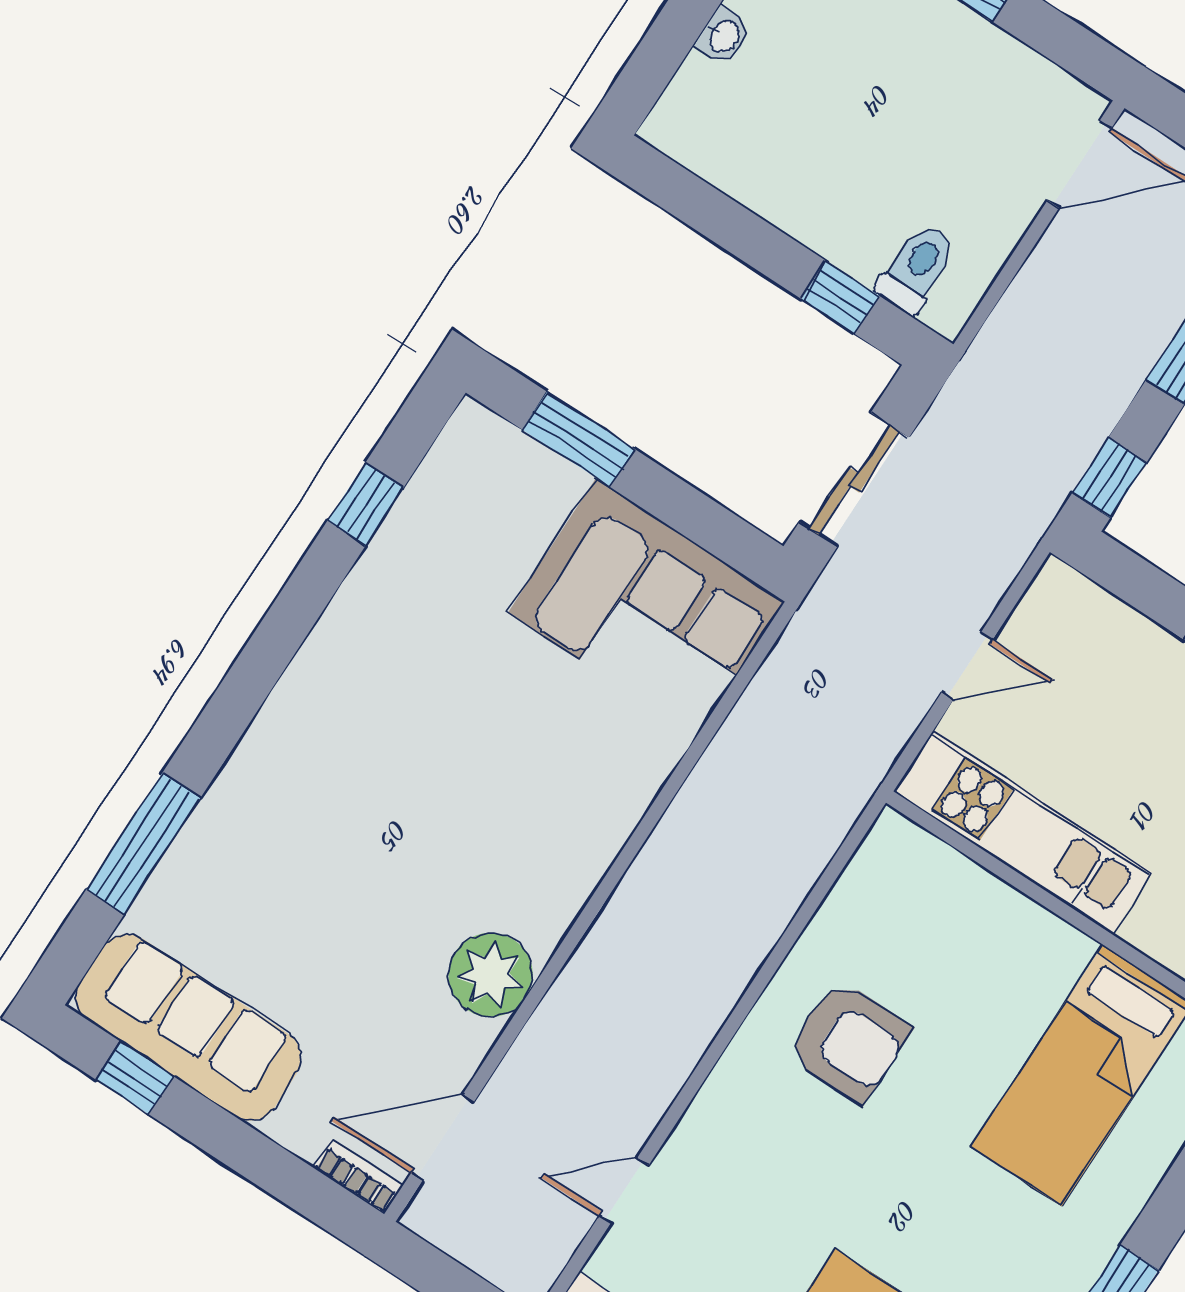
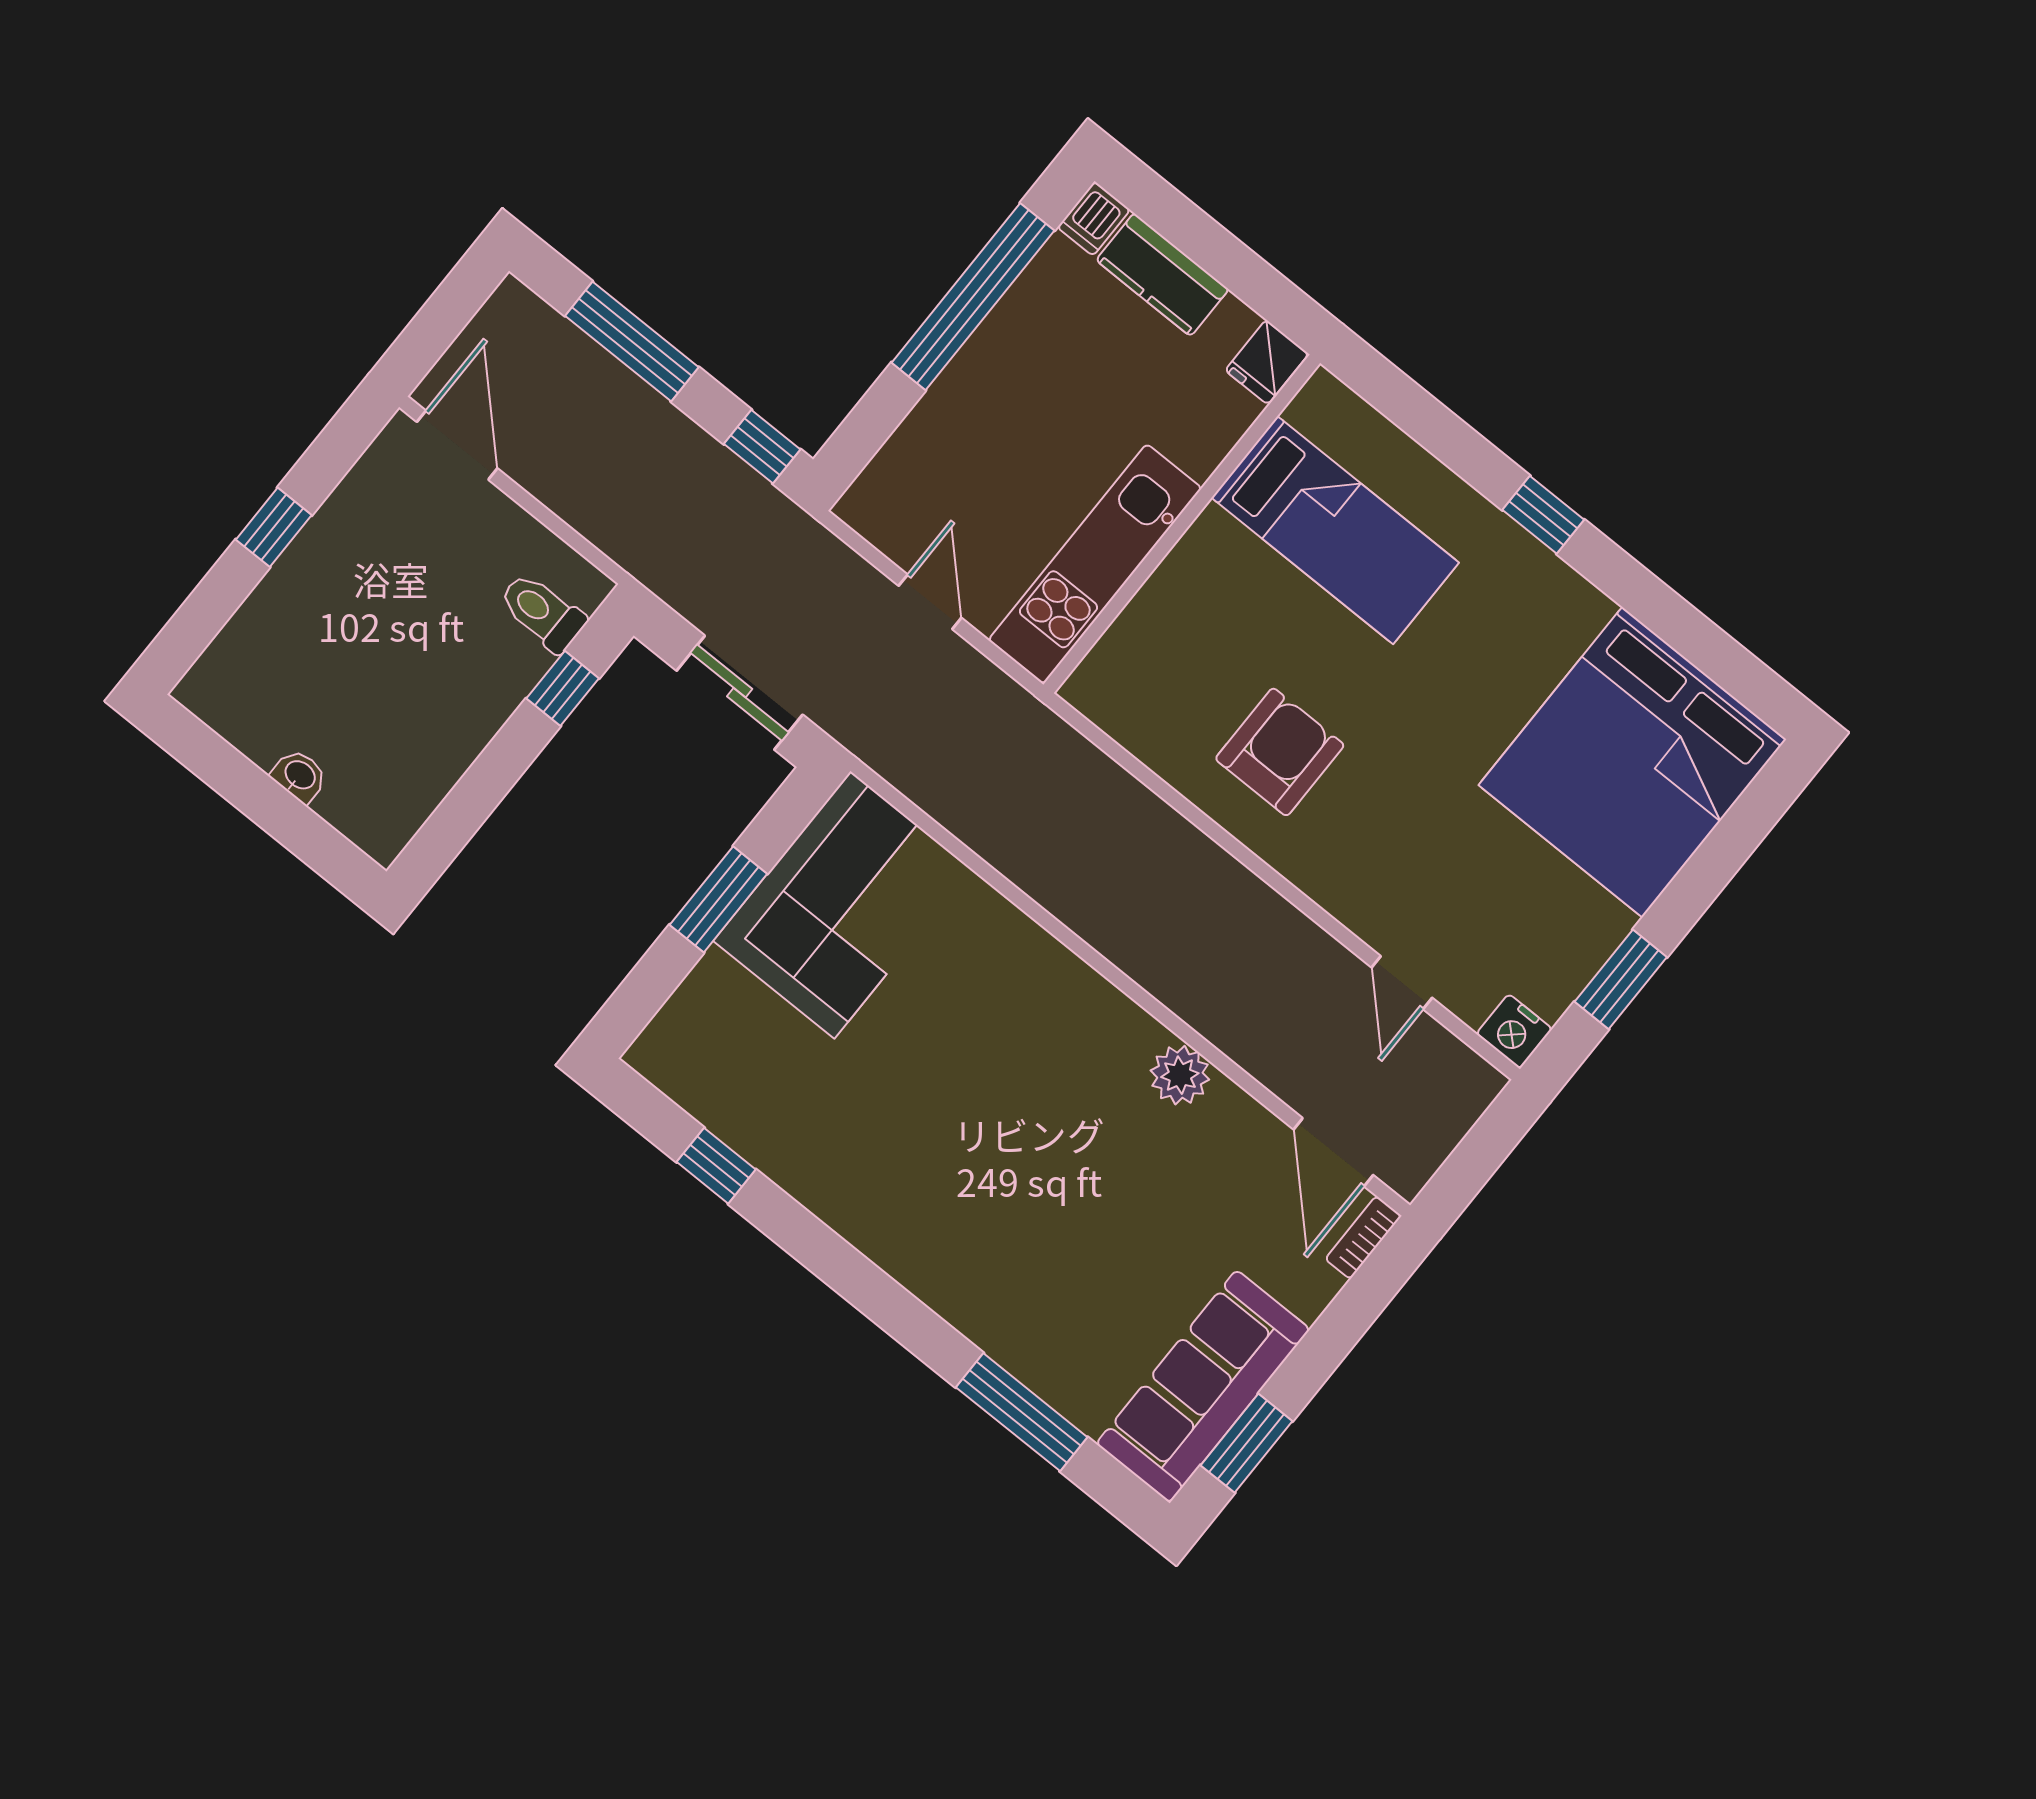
window: (578, 439) -> (718, 899), moved
plant: (491, 975) -> (1180, 1075), width x0.73, depth x0.73
window: (134, 1078) -> (1246, 1443), width x1.50

